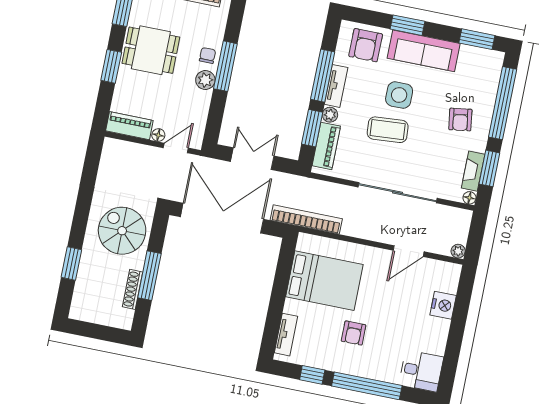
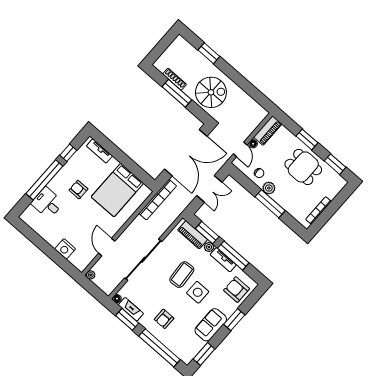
dining table: (151, 50) -> (303, 167), turned 90
sofa: (424, 51) -> (211, 325), width x0.73
chair: (207, 55) -> (259, 173), moved
armchair: (460, 119) -> (164, 319), turned -82
desk: (421, 371) -> (47, 203), moved, turned 90

